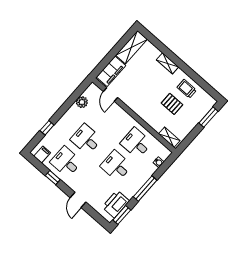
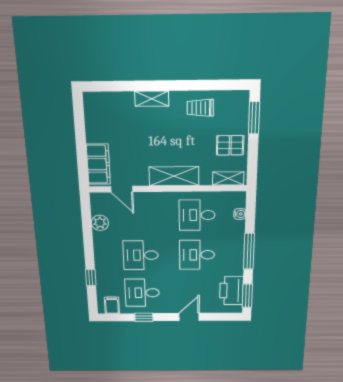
shelving: (131, 47) -> (174, 176), moved, turned 90
pallet: (172, 104) -> (230, 145), moved
door: (78, 200) -> (189, 317), swing flipped

